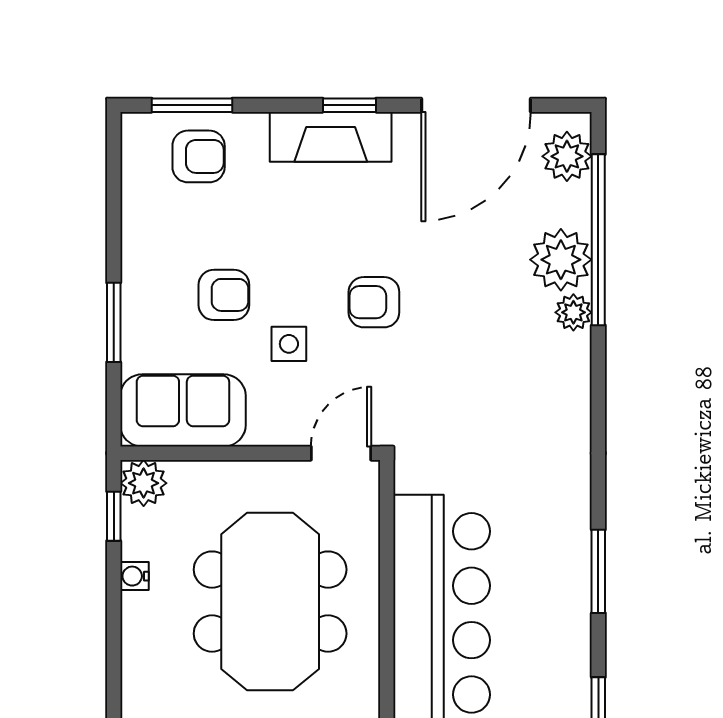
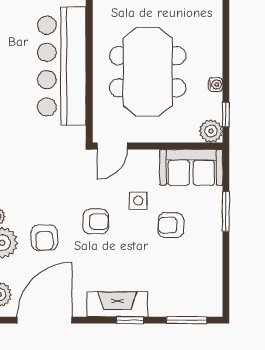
window: (349, 105) -> (130, 320), moved
armchair: (199, 156) -> (44, 238), moved, turned -92

